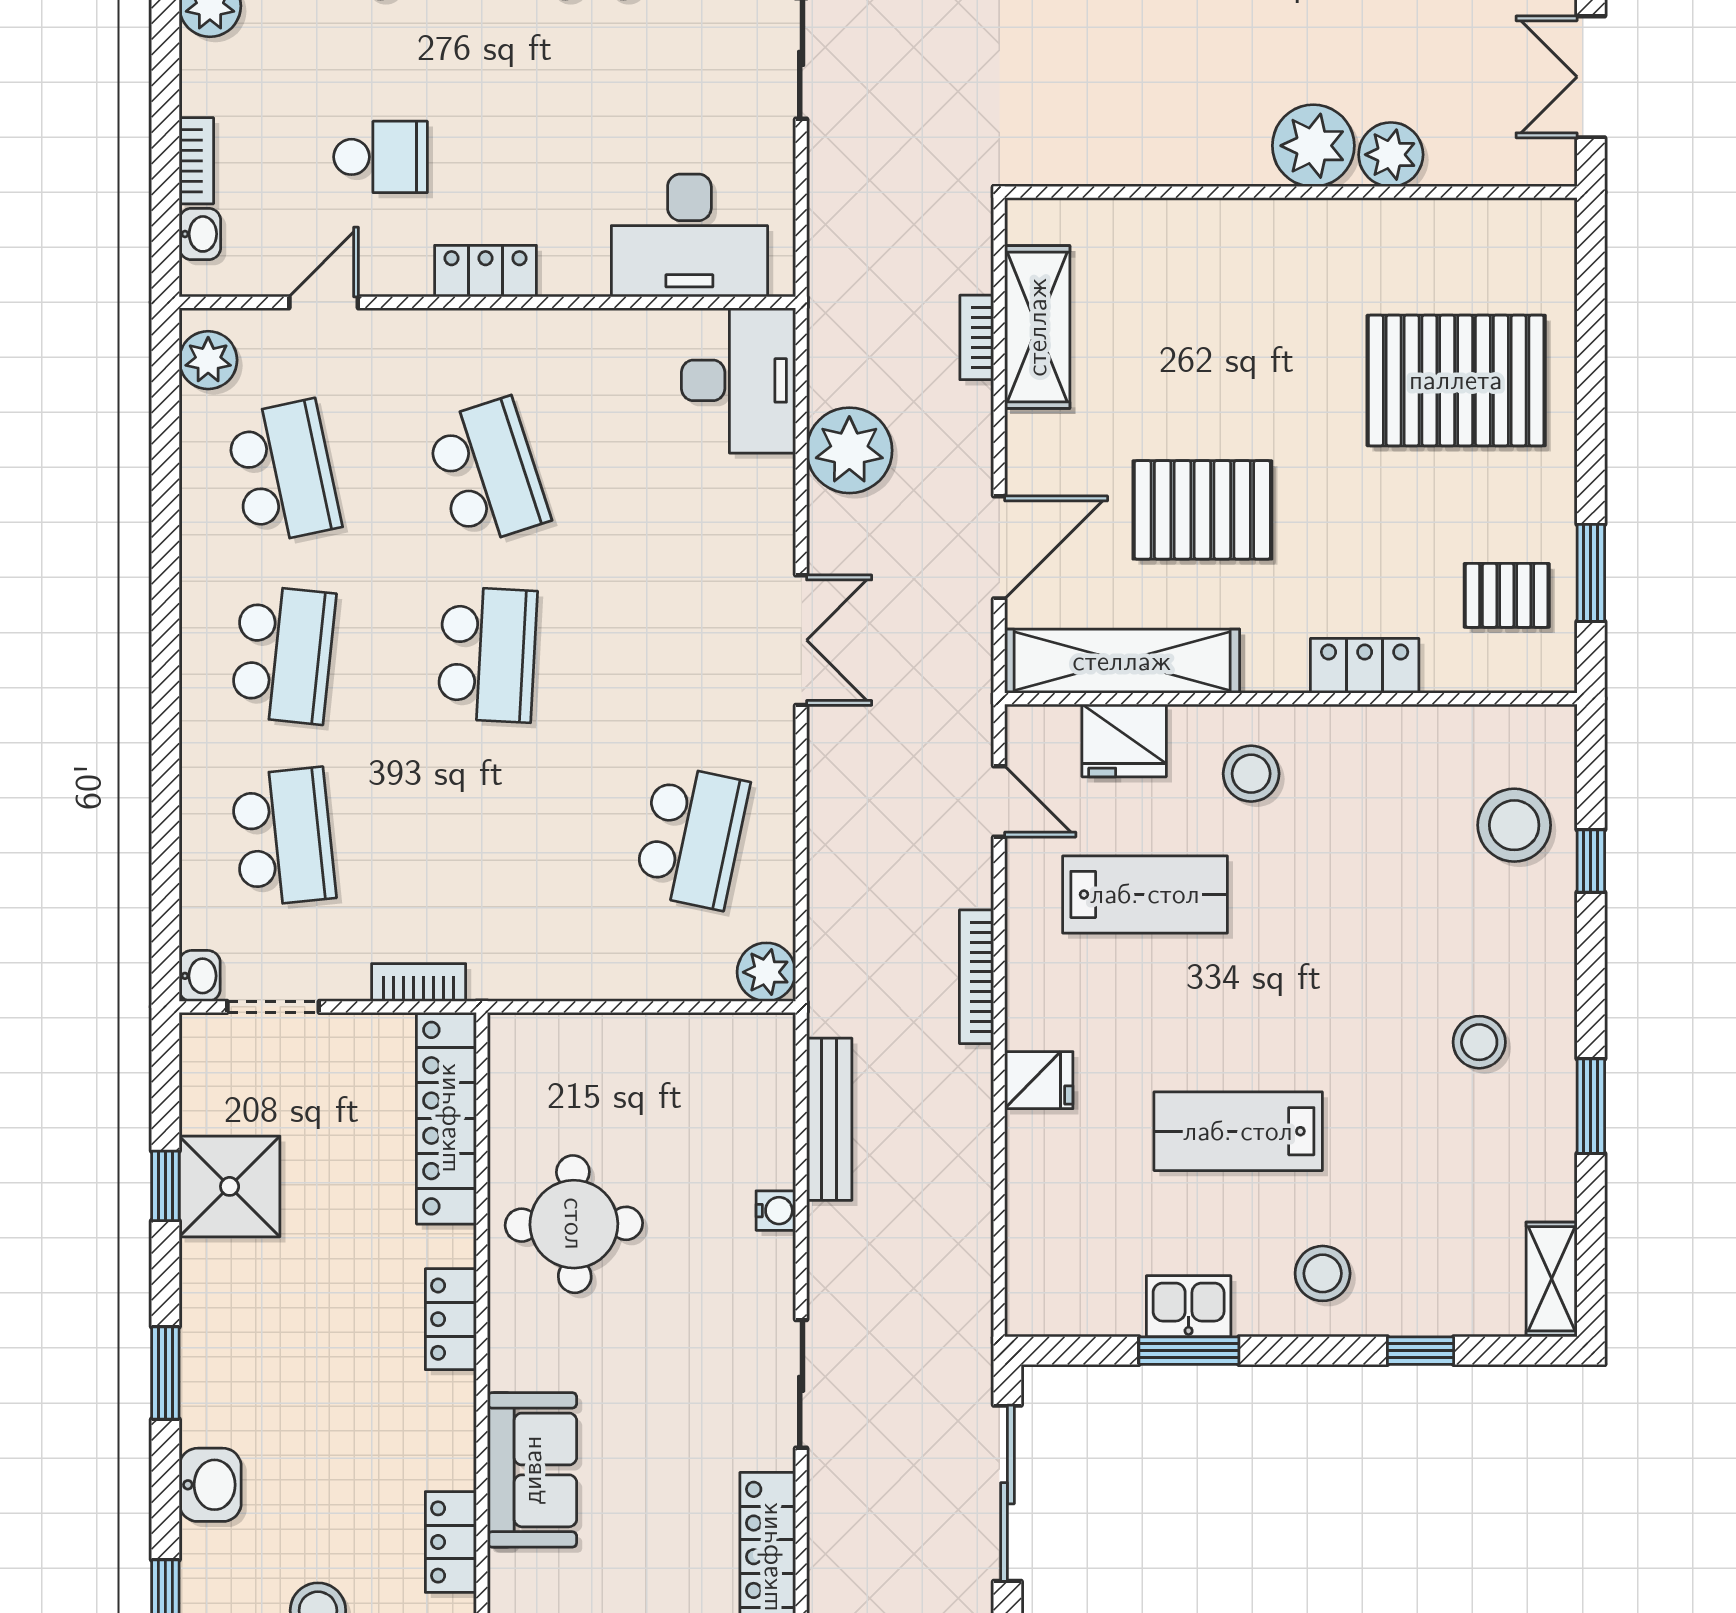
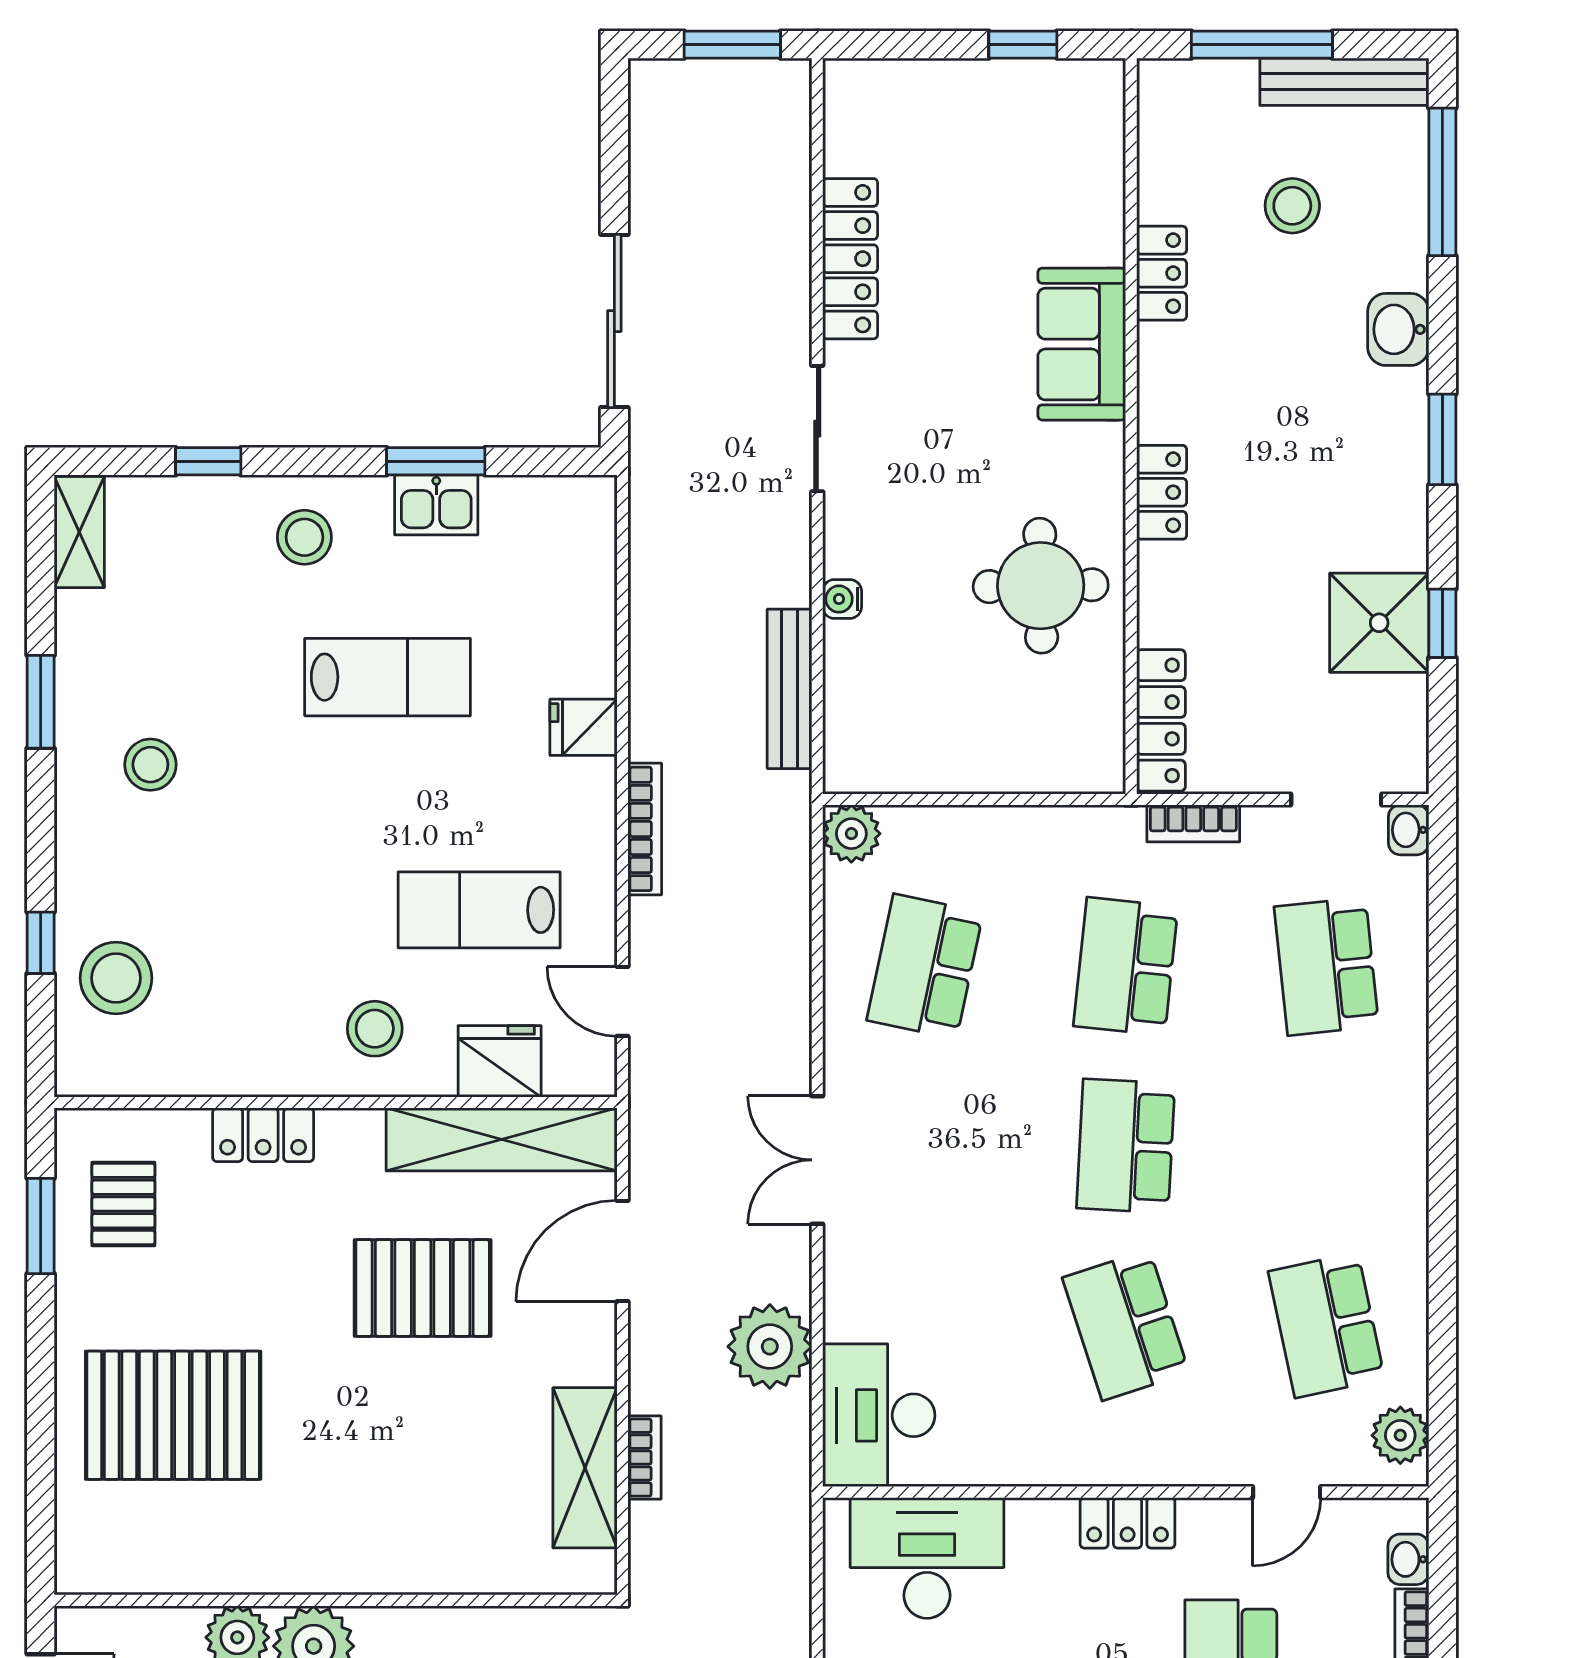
pallet: (1507, 595) -> (123, 1204), turned 90
school desk: (283, 655) -> (1126, 966), moved
locker: (446, 1118) -> (1161, 720), width x0.71, depth x0.83

